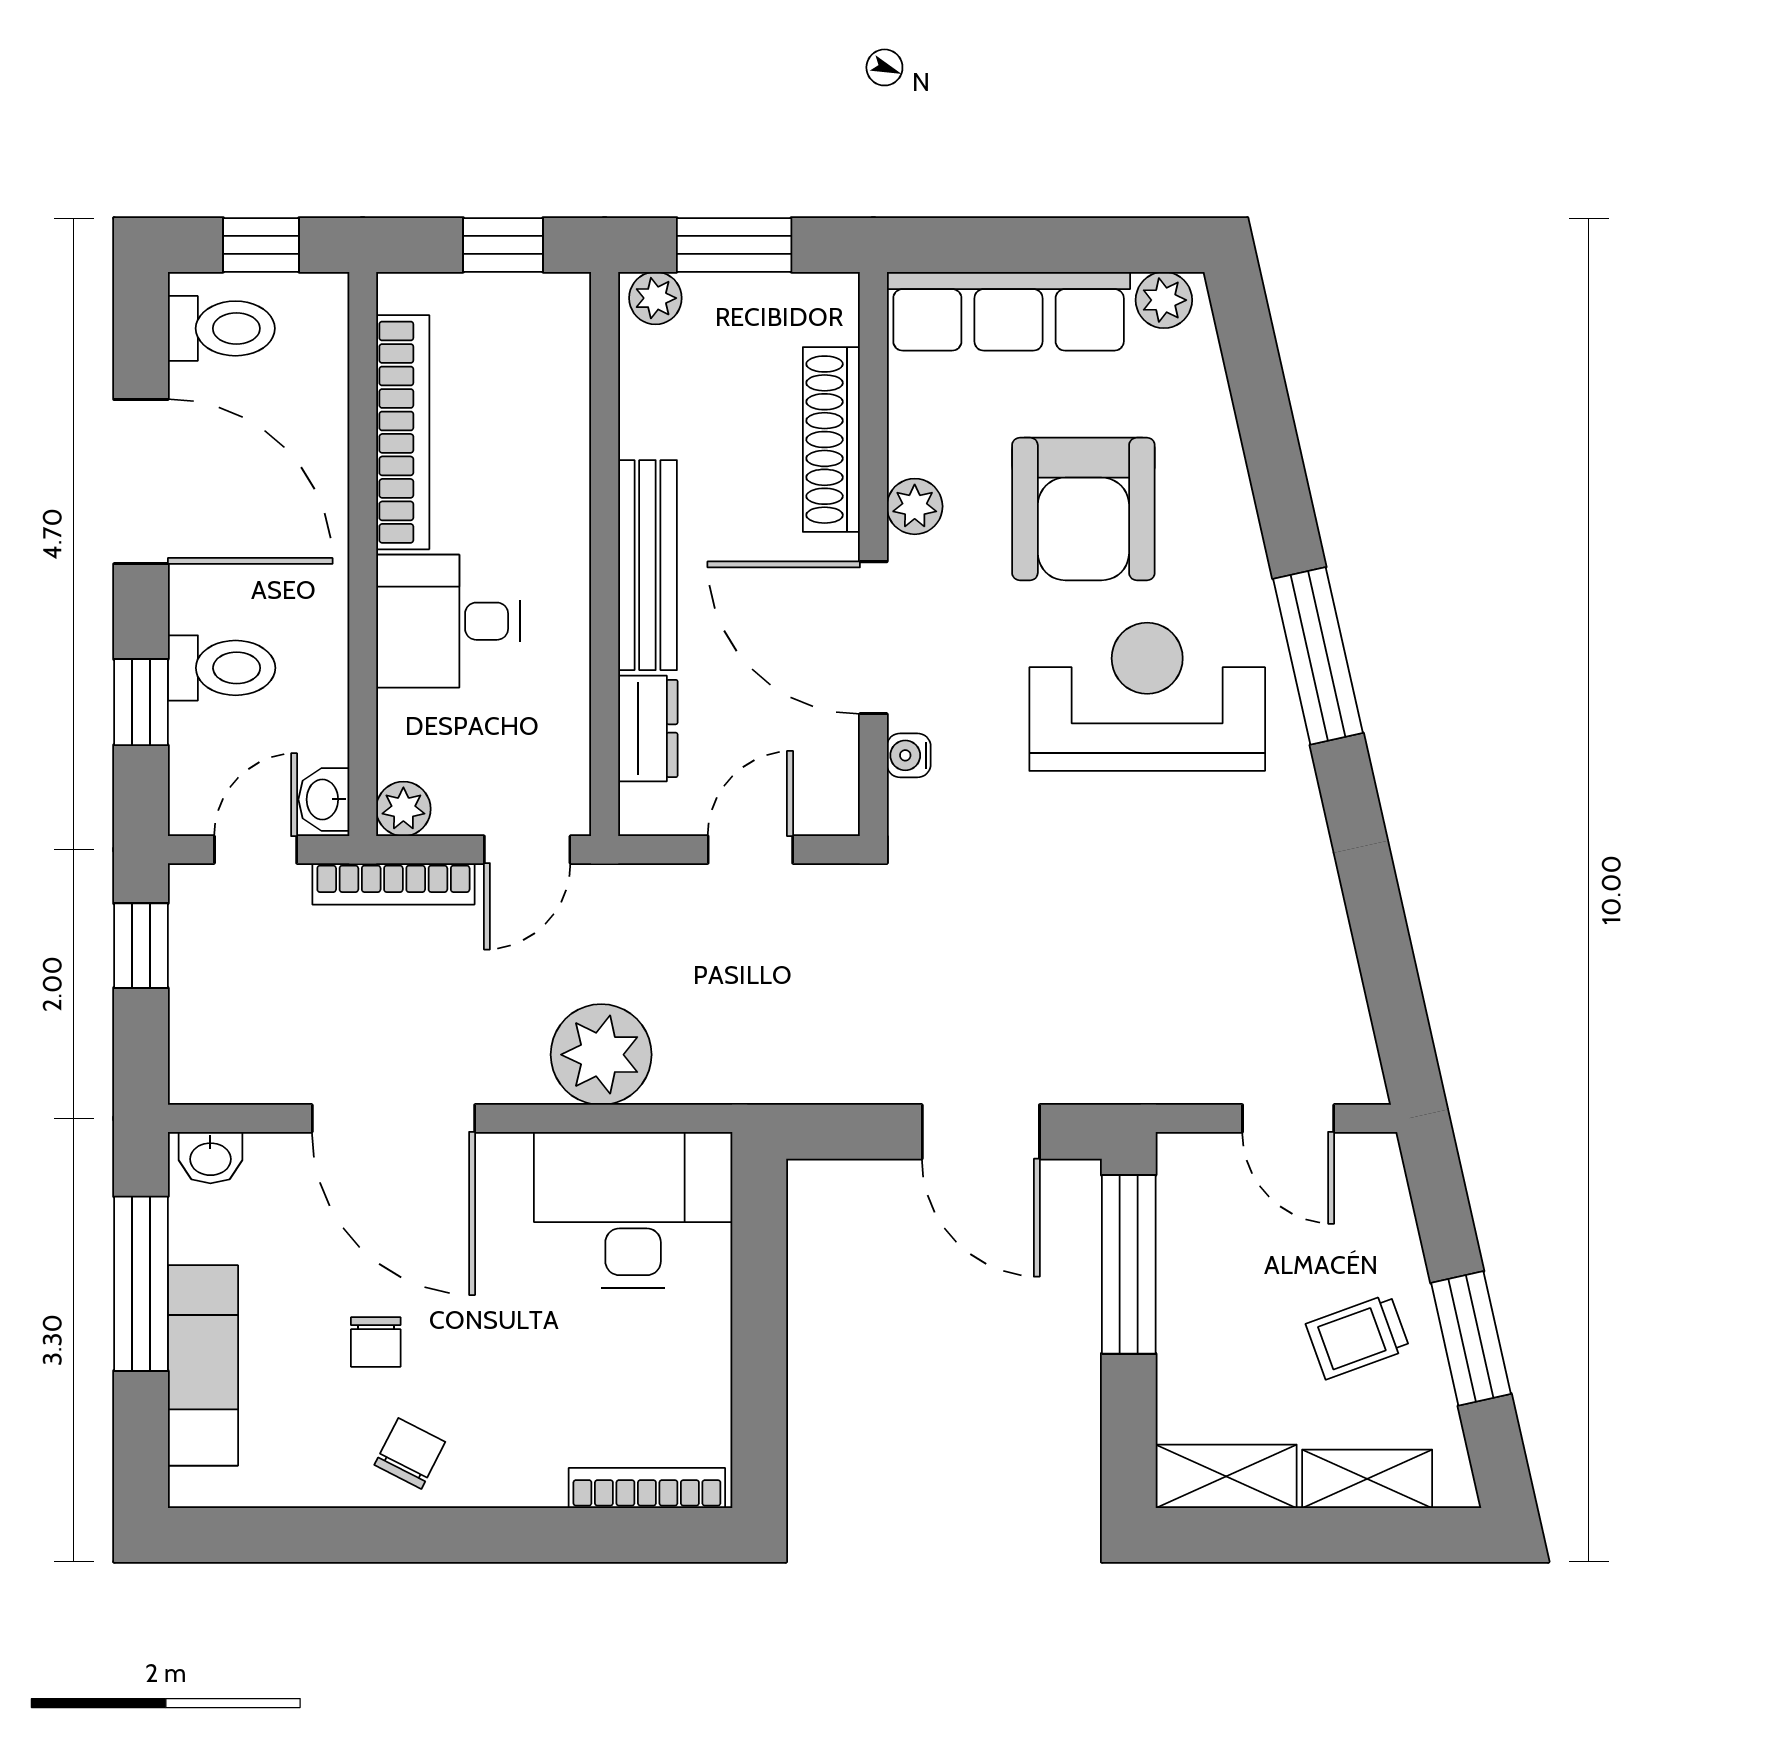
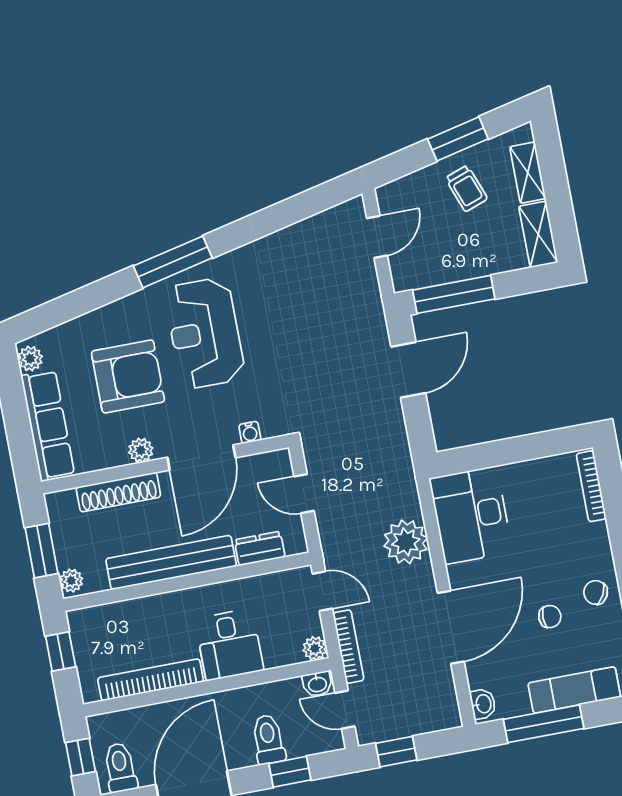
bench: (647, 565) -> (171, 562), width x1.37, depth x1.21

